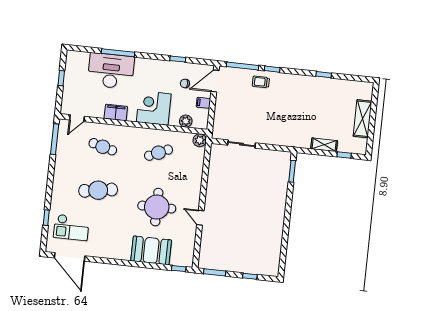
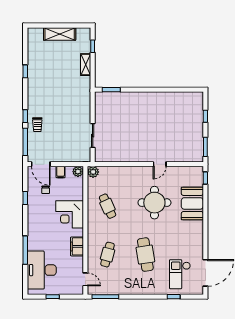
desk: (111, 71) -> (42, 270), moved
plant: (186, 121) -> (78, 172), moved
checkout: (71, 227) -> (180, 274), turned 180

